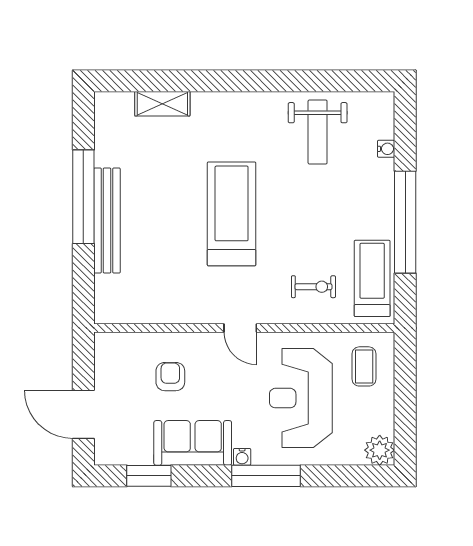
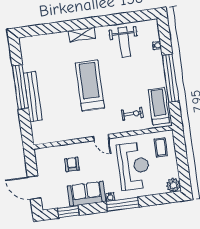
shelving: (162, 104) -> (82, 35), moved
reception desk: (301, 398) -> (134, 166), turned 180

